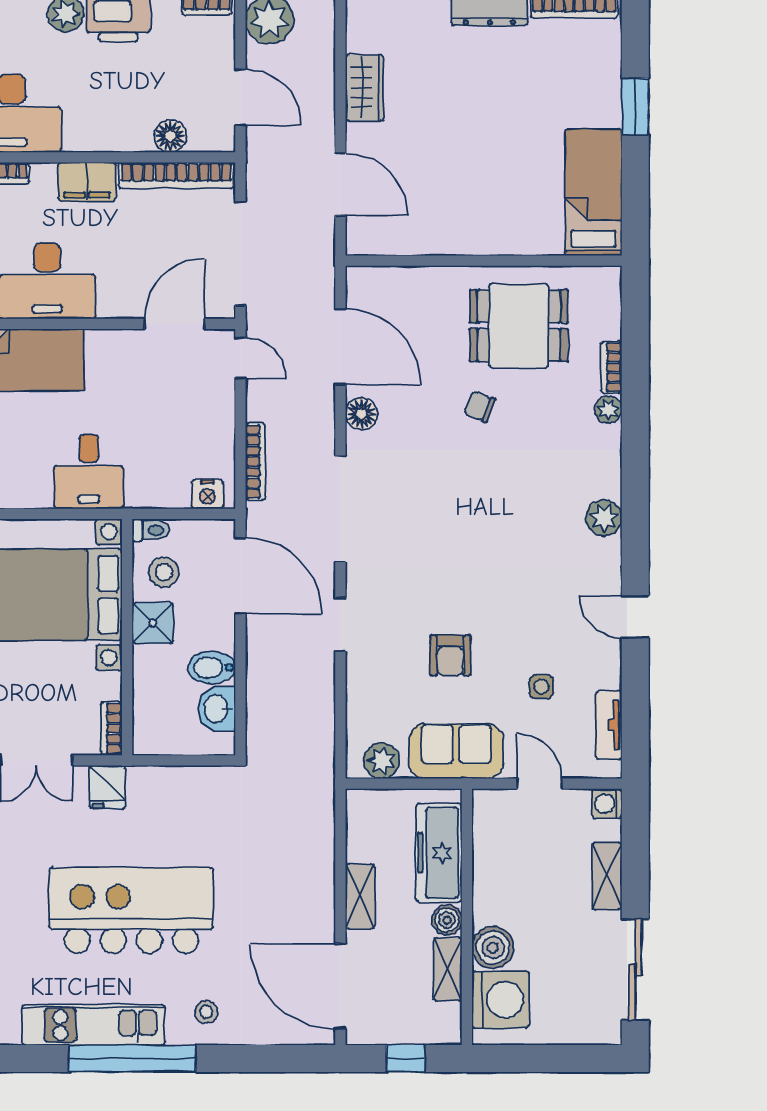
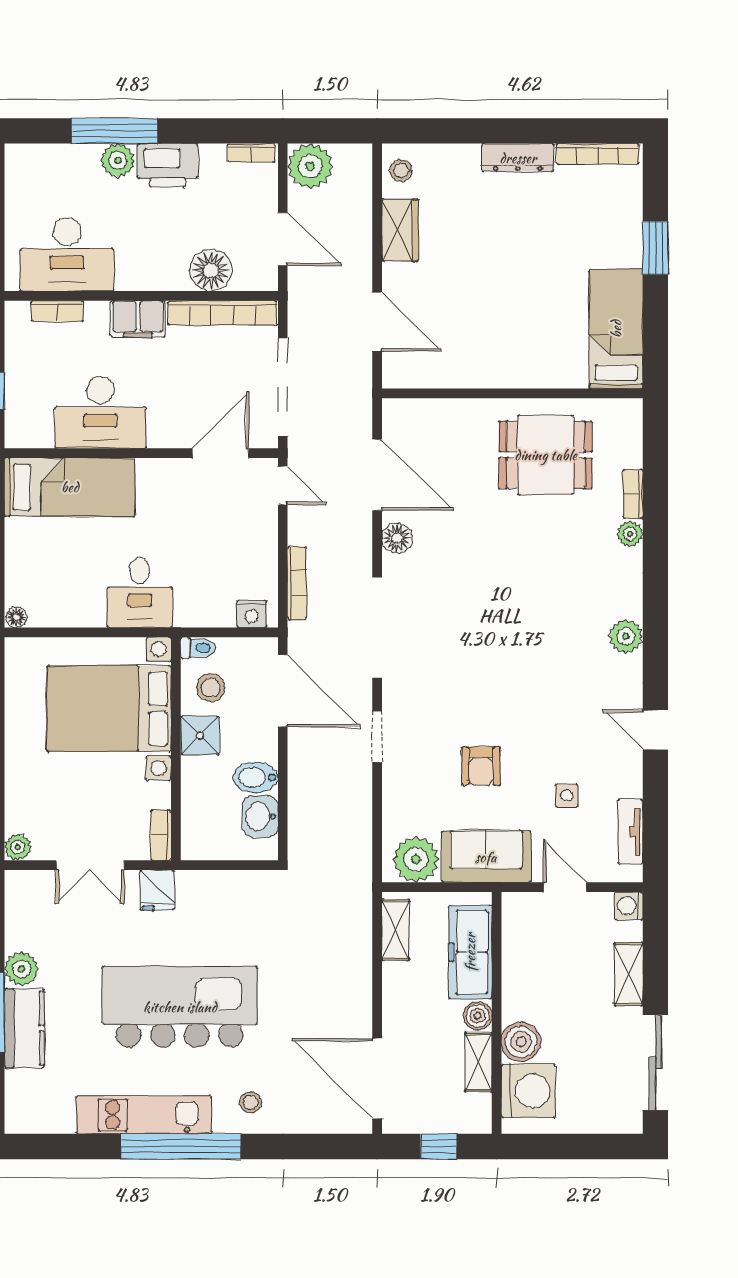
stool: (366, 25) -> (401, 171), added
floor lamp: (170, 136) -> (211, 270), width x1.38, depth x1.38
chair: (480, 406) -> (509, 531), removed
plant: (382, 761) -> (416, 859), width x1.36, depth x1.36
shelving: (360, 896) -> (396, 930), moved

